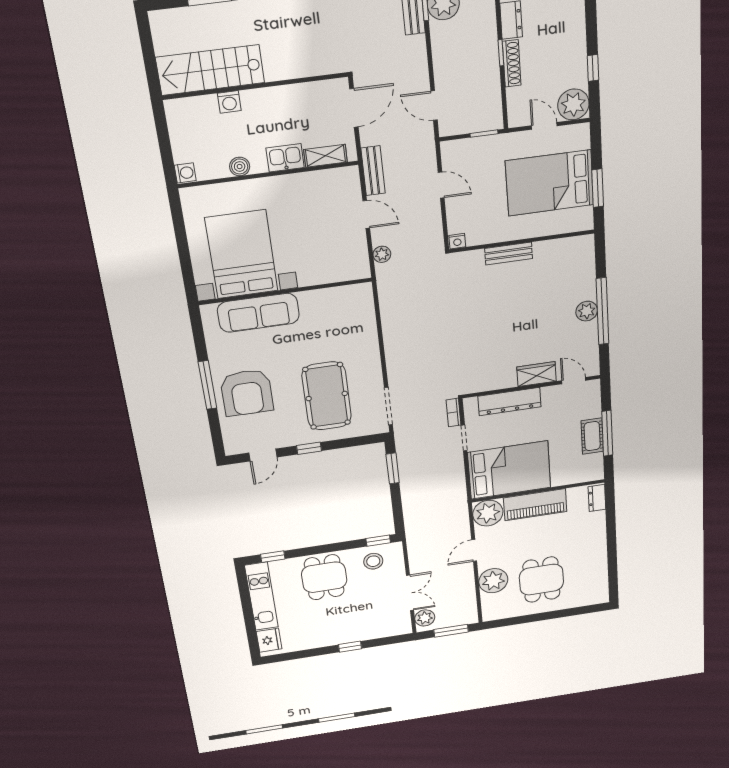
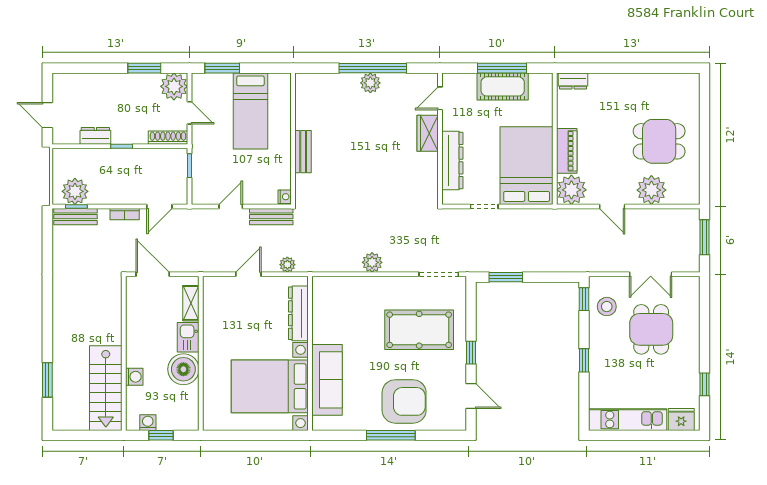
shoe rack: (512, 63) -> (168, 138), moved
window: (593, 68) -> (144, 68), width x1.50
door: (544, 126) -> (190, 113), swing flipped
window: (164, 142) -> (161, 435), added
boiler: (240, 167) -> (183, 369), width x1.86, depth x1.86
bench: (373, 171) -> (271, 217), moved
washing machine: (185, 173) -> (148, 423), moved
bed: (550, 183) -> (250, 111), width x0.67
window: (598, 188) -> (222, 68), moved
dresser: (329, 273) -> (298, 313), added
bookcase: (454, 412) -> (125, 214), moved
cot: (592, 436) -> (503, 86), width x1.37, depth x1.34
piano: (535, 505) -> (567, 151), width x0.73, depth x0.75
window: (273, 557) -> (584, 360), moved
dining table: (324, 577) -> (651, 329), moved, turned 90
double door: (410, 593) -> (651, 274), swing flipped
plant: (425, 618) -> (372, 262), moved
window: (350, 647) -> (704, 384), moved

